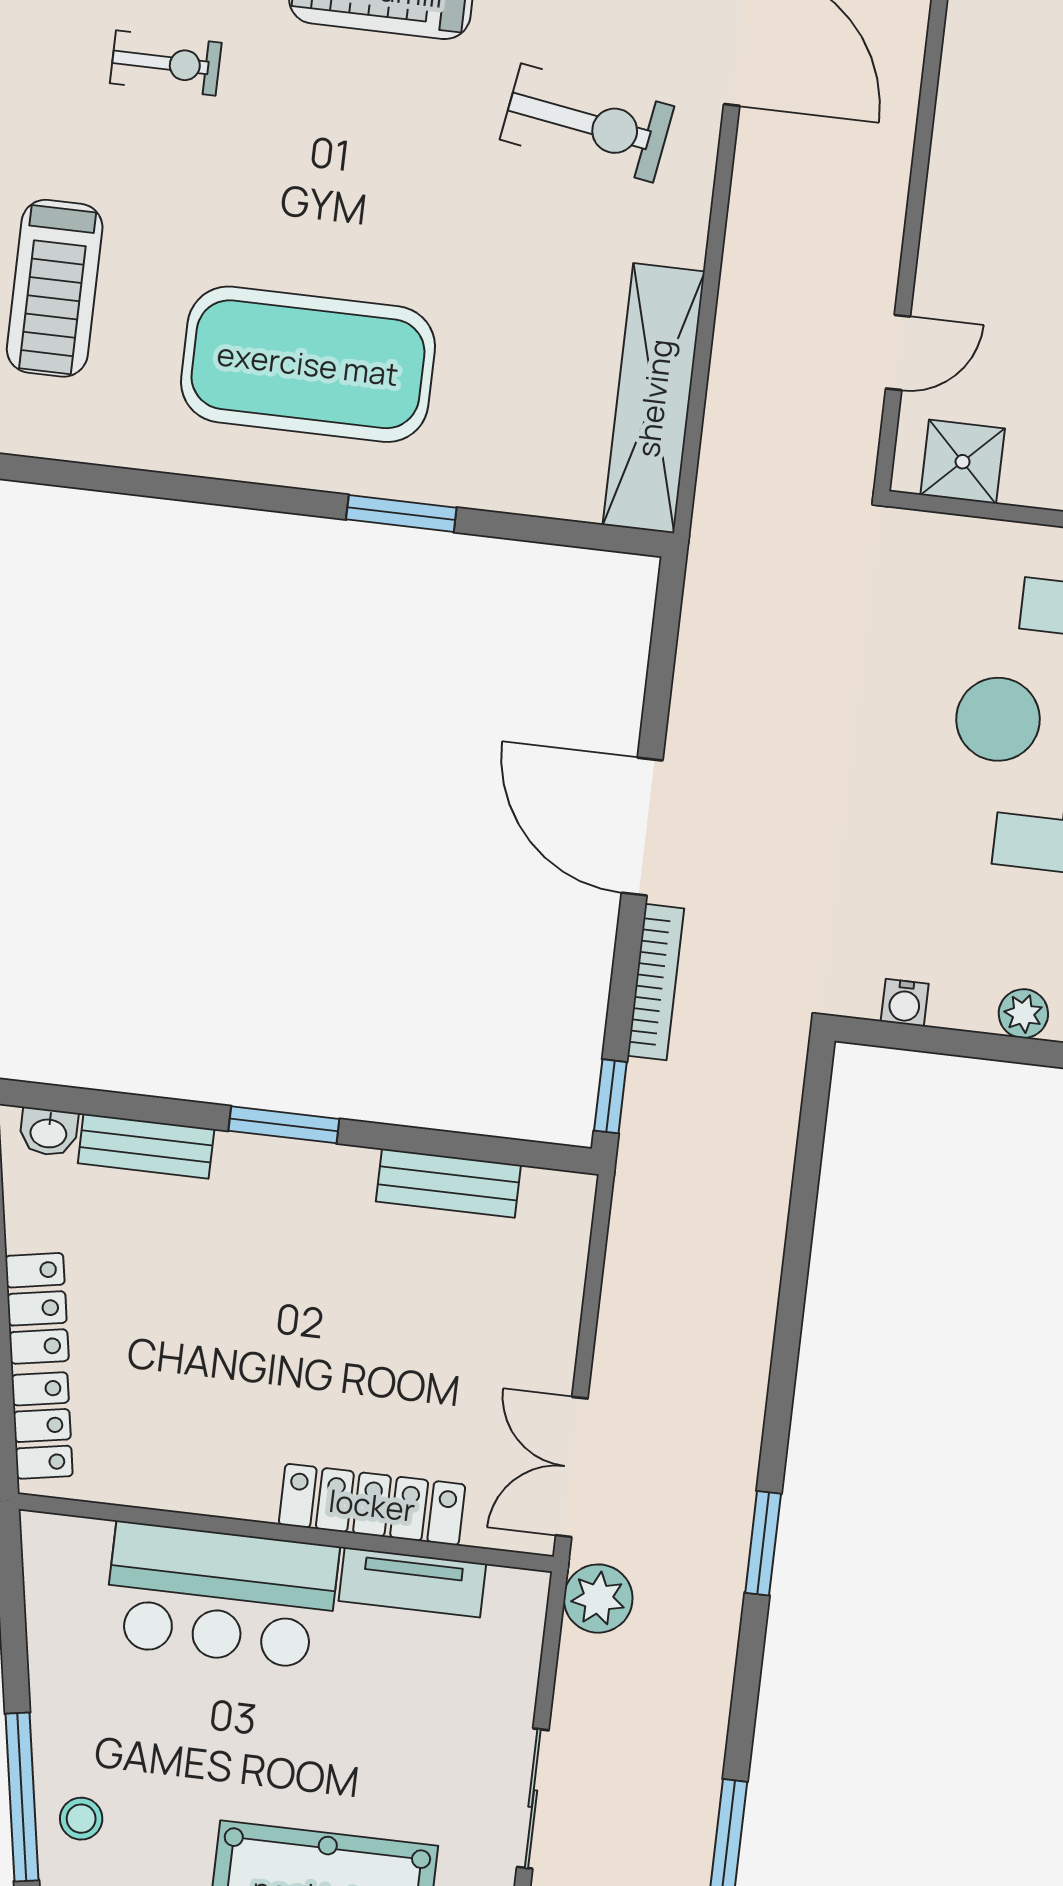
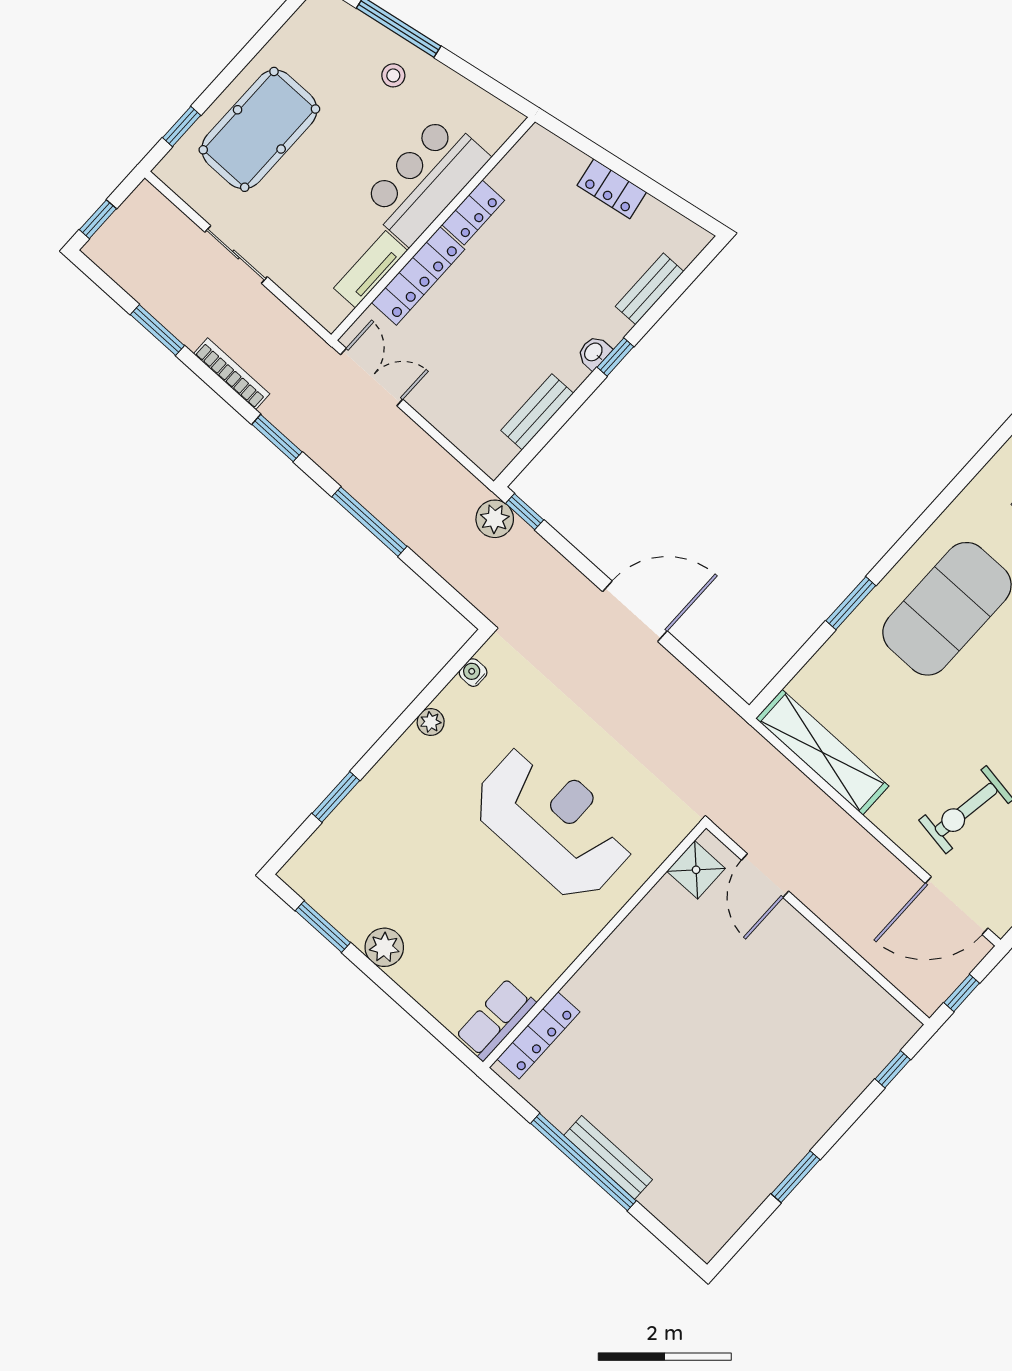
door: (898, 352) -> (765, 876), width x1.38
bookcase: (656, 982) -> (232, 374), moved, turned 180
window: (284, 1125) -> (615, 357), width x0.67
washbasin: (49, 1132) -> (594, 352), moved
window: (790, 1317) -> (369, 522), added
locker: (42, 1426) -> (473, 213), moved, turned -80
plant: (598, 1599) -> (495, 519), moved
stool: (81, 1819) -> (393, 75), moved

